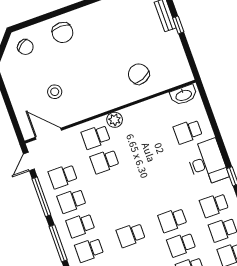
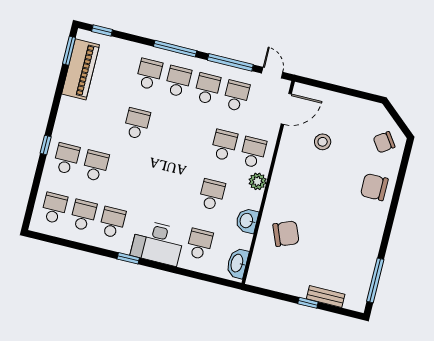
washbasin: (148, 109) -> (247, 221), added
school desk: (172, 220) -> (212, 195), moved

